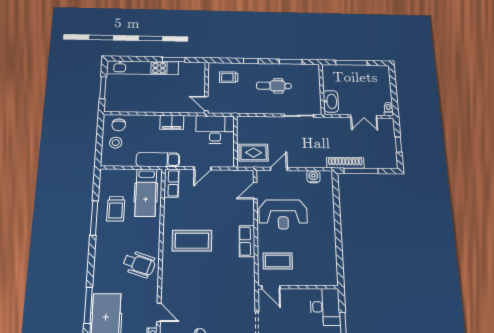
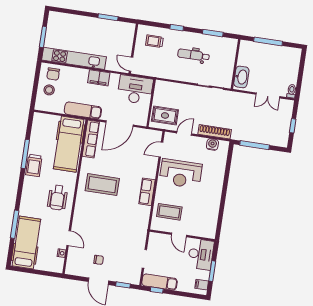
kitchen unit: (143, 68) -> (74, 58), moved, turned 180
shoe rack: (345, 163) -> (215, 132), moved
door: (203, 168) -> (119, 124), width x1.87
row of seats: (172, 183) -> (91, 139), width x1.48
hospital bed: (146, 193) -> (69, 144), width x1.37, depth x1.29
trolley: (116, 209) -> (34, 165), moved
wheelchair: (139, 264) -> (58, 198), turned 71
door: (271, 287) -> (179, 235), moved

